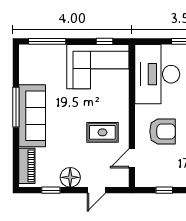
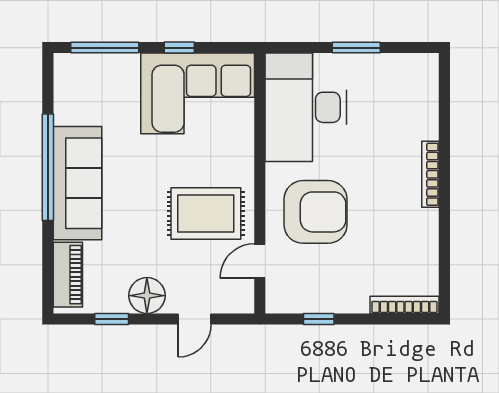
window: (104, 41) -> (179, 48), moved
window: (16, 107) -> (48, 167), width x1.46
armchair: (163, 131) -> (316, 212), width x1.36, depth x1.36
rug: (102, 132) -> (206, 214), width x1.36, depth x1.43

